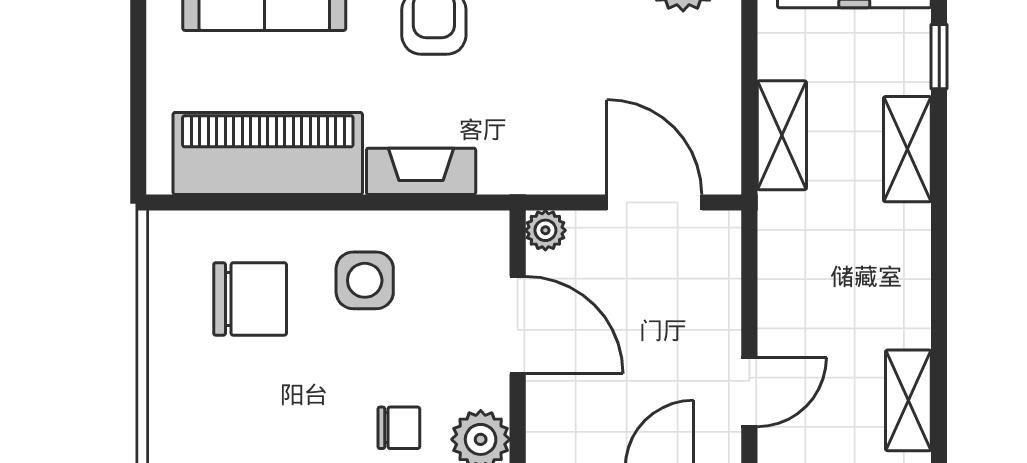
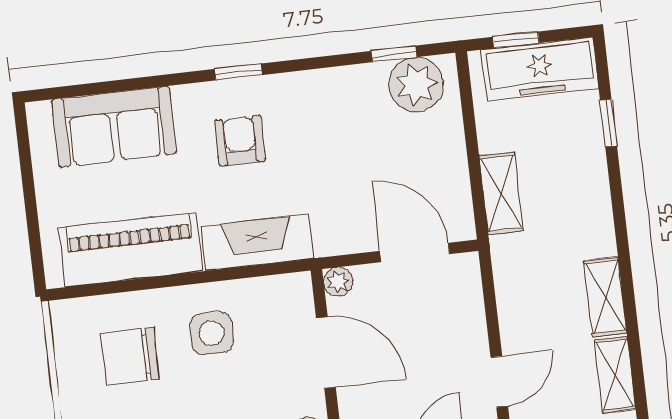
shelving: (907, 149) -> (605, 297), moved
fireplace: (421, 171) -> (257, 242), width x1.37, depth x1.32
chair: (250, 299) -> (130, 356), turned 180

